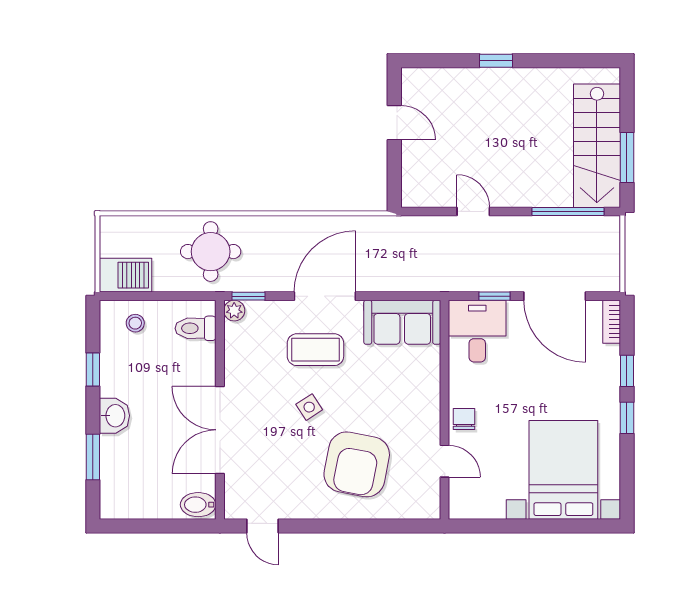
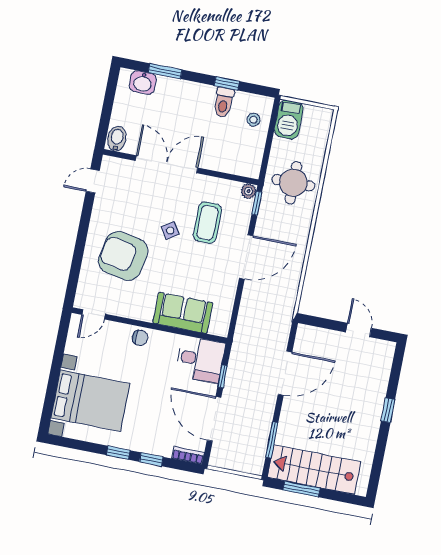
door: (394, 123) -> (359, 330), swing flipped
door: (473, 211) -> (285, 373), width x1.88
window: (568, 211) -> (272, 440), width x0.69
door: (325, 296) -> (246, 257), hinge flipped
door: (555, 296) -> (214, 419), hinge flipped
sofa: (402, 322) -> (183, 313), moved, turned 90
toilet: (196, 328) -> (224, 102), moved, turned 180
coffee table: (315, 350) -> (207, 223), moved
washbasin: (114, 416) -> (143, 82), moved
door: (445, 461) -> (94, 314), moved

